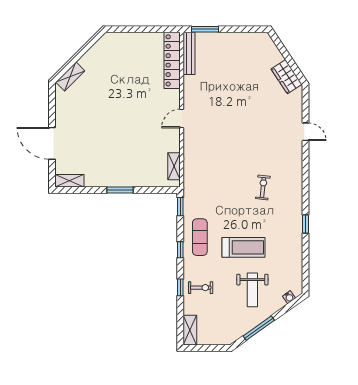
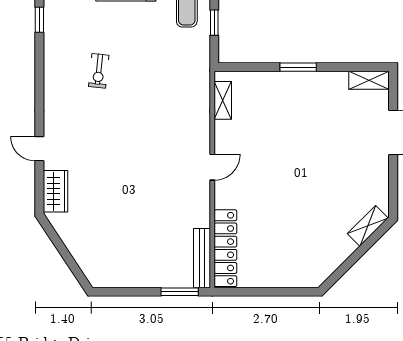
wardrobe: (287, 77) -> (55, 191), moved, turned 33
window: (180, 207) -> (214, 23), moved

